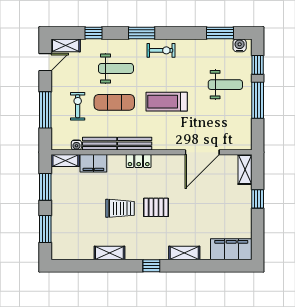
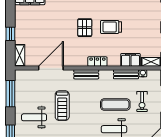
window: (258, 100) -> (10, 94), moved
treadmill: (167, 102) -> (62, 106), moved, turned 90
bench: (135, 144) -> (86, 74), moved
pallet: (156, 207) -> (85, 28), turned 90

